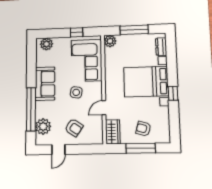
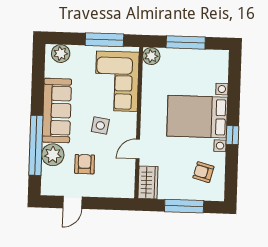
window: (77, 32) -> (104, 40), width x2.17
dresser: (161, 47) -> (221, 69), removed
sofa: (45, 84) -> (57, 111), width x1.36
plant: (43, 126) -> (53, 155), moved
armchair: (74, 128) -> (85, 164), moved, turned -124
armchair: (143, 129) -> (203, 172), moved

